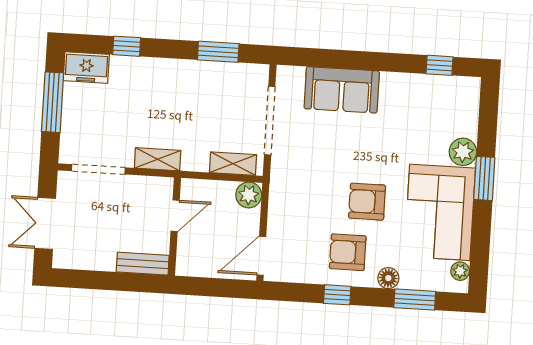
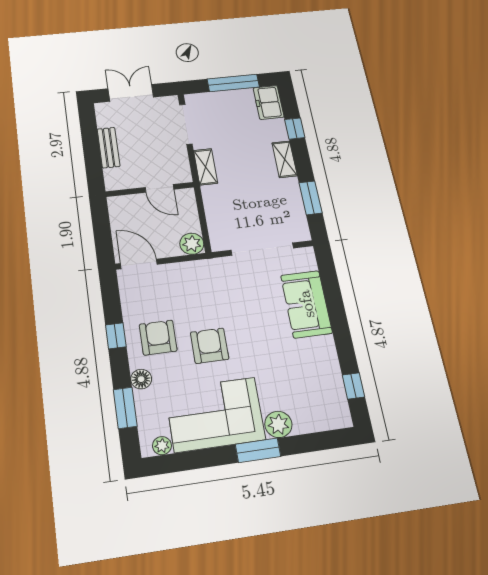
shelving: (233, 164) -> (285, 159), moved
bench: (143, 264) -> (109, 148), moved

